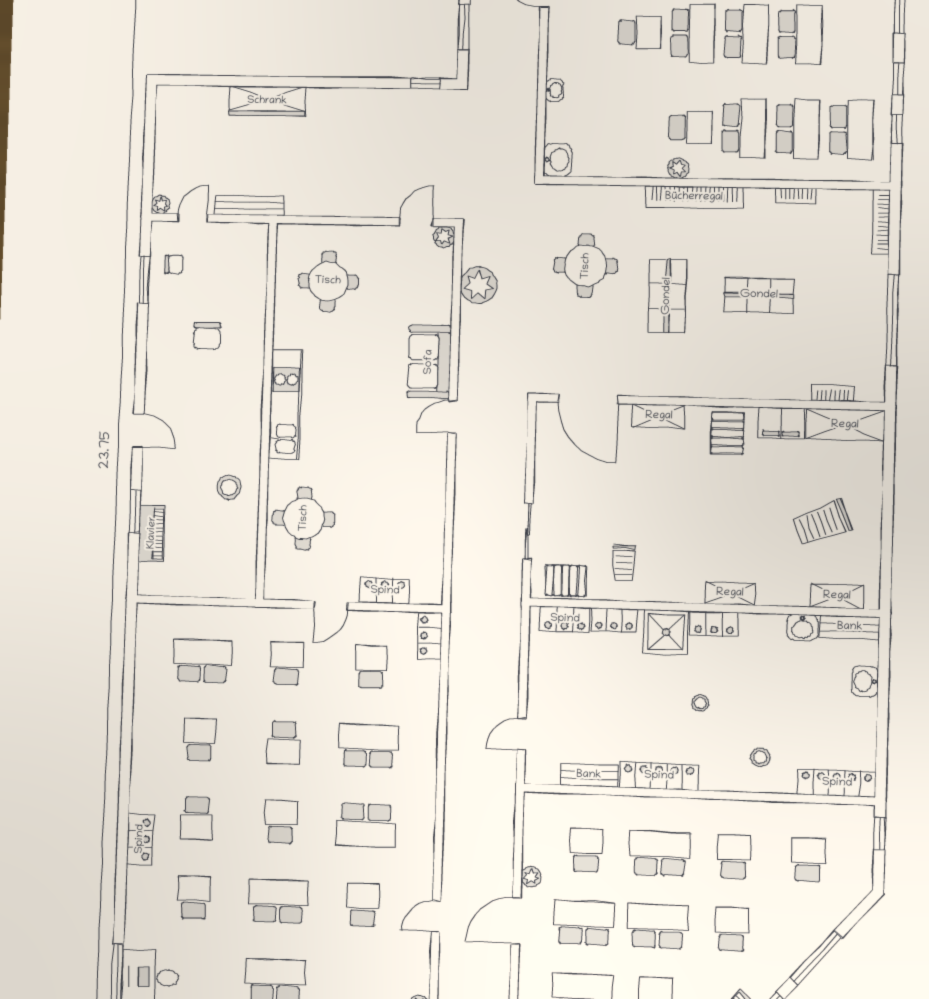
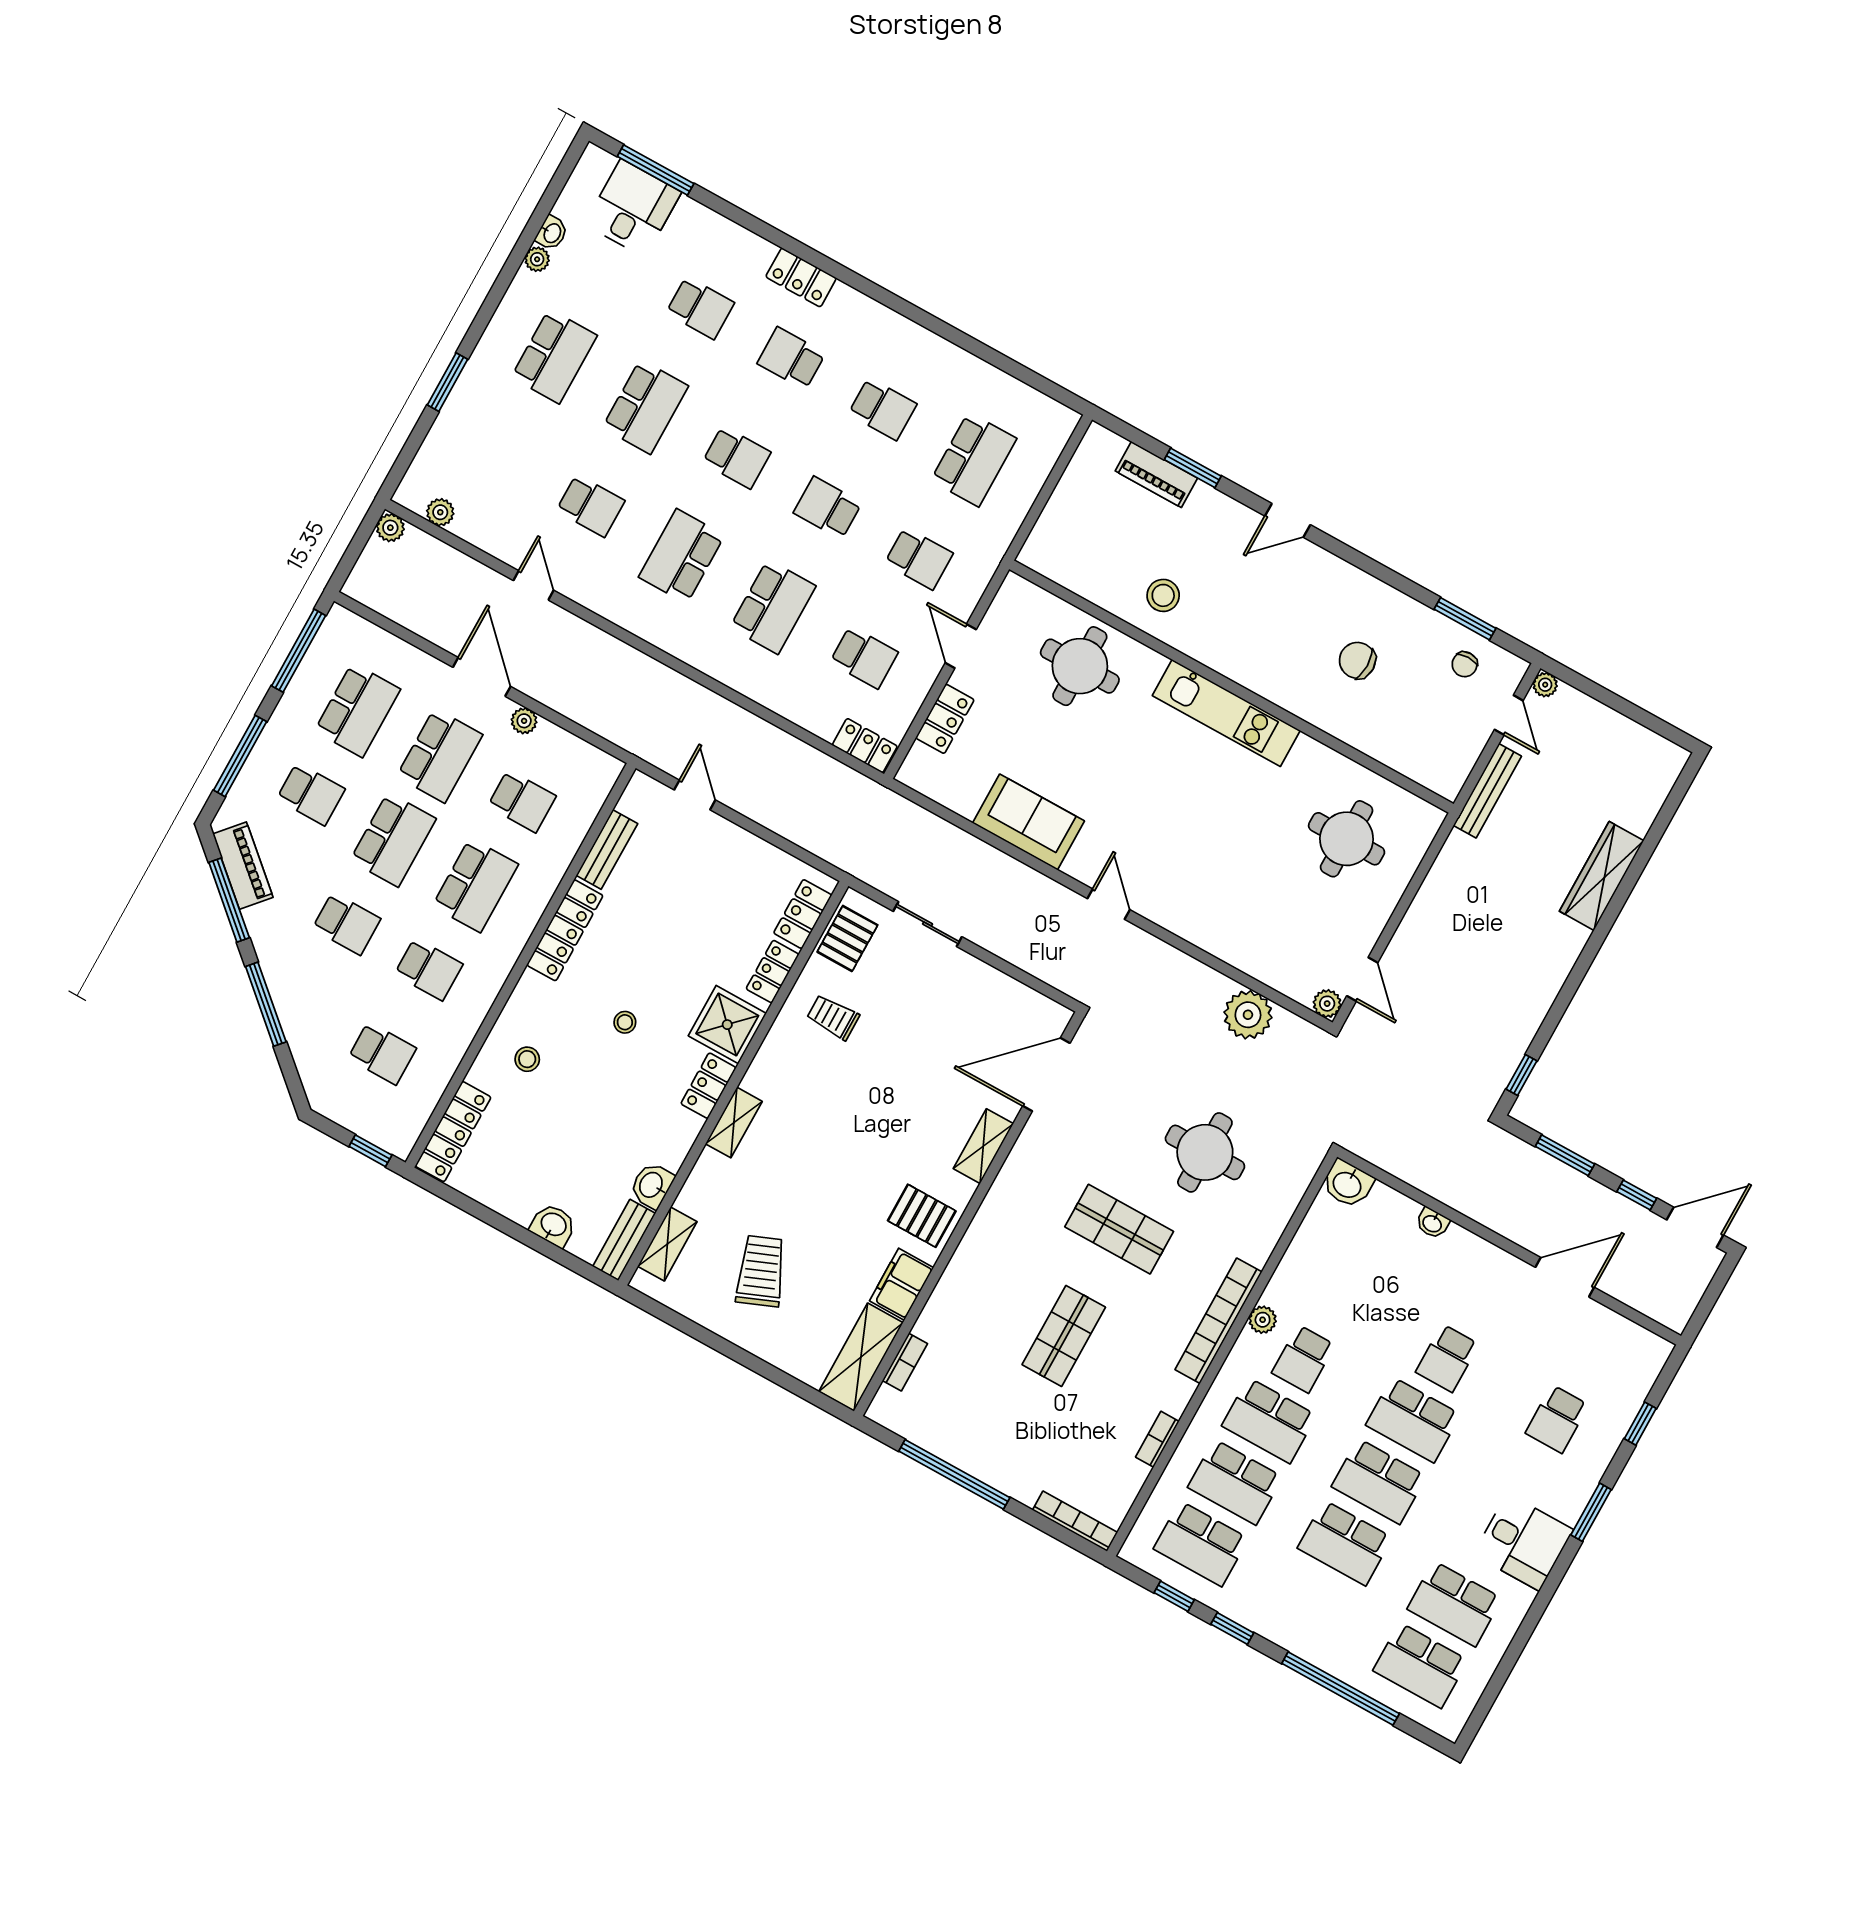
sofa: (429, 362) -> (1029, 822), moved

